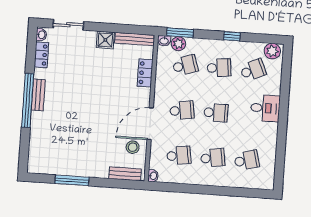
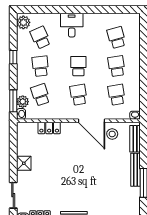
bench: (135, 39) -> (135, 170), moved

